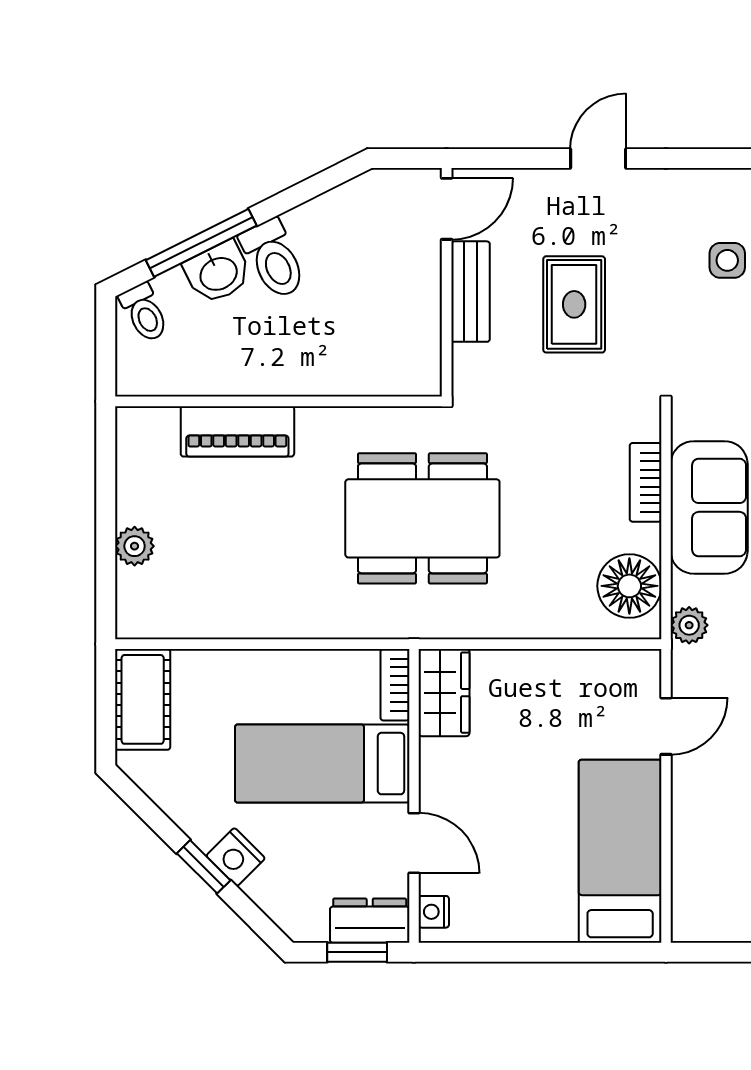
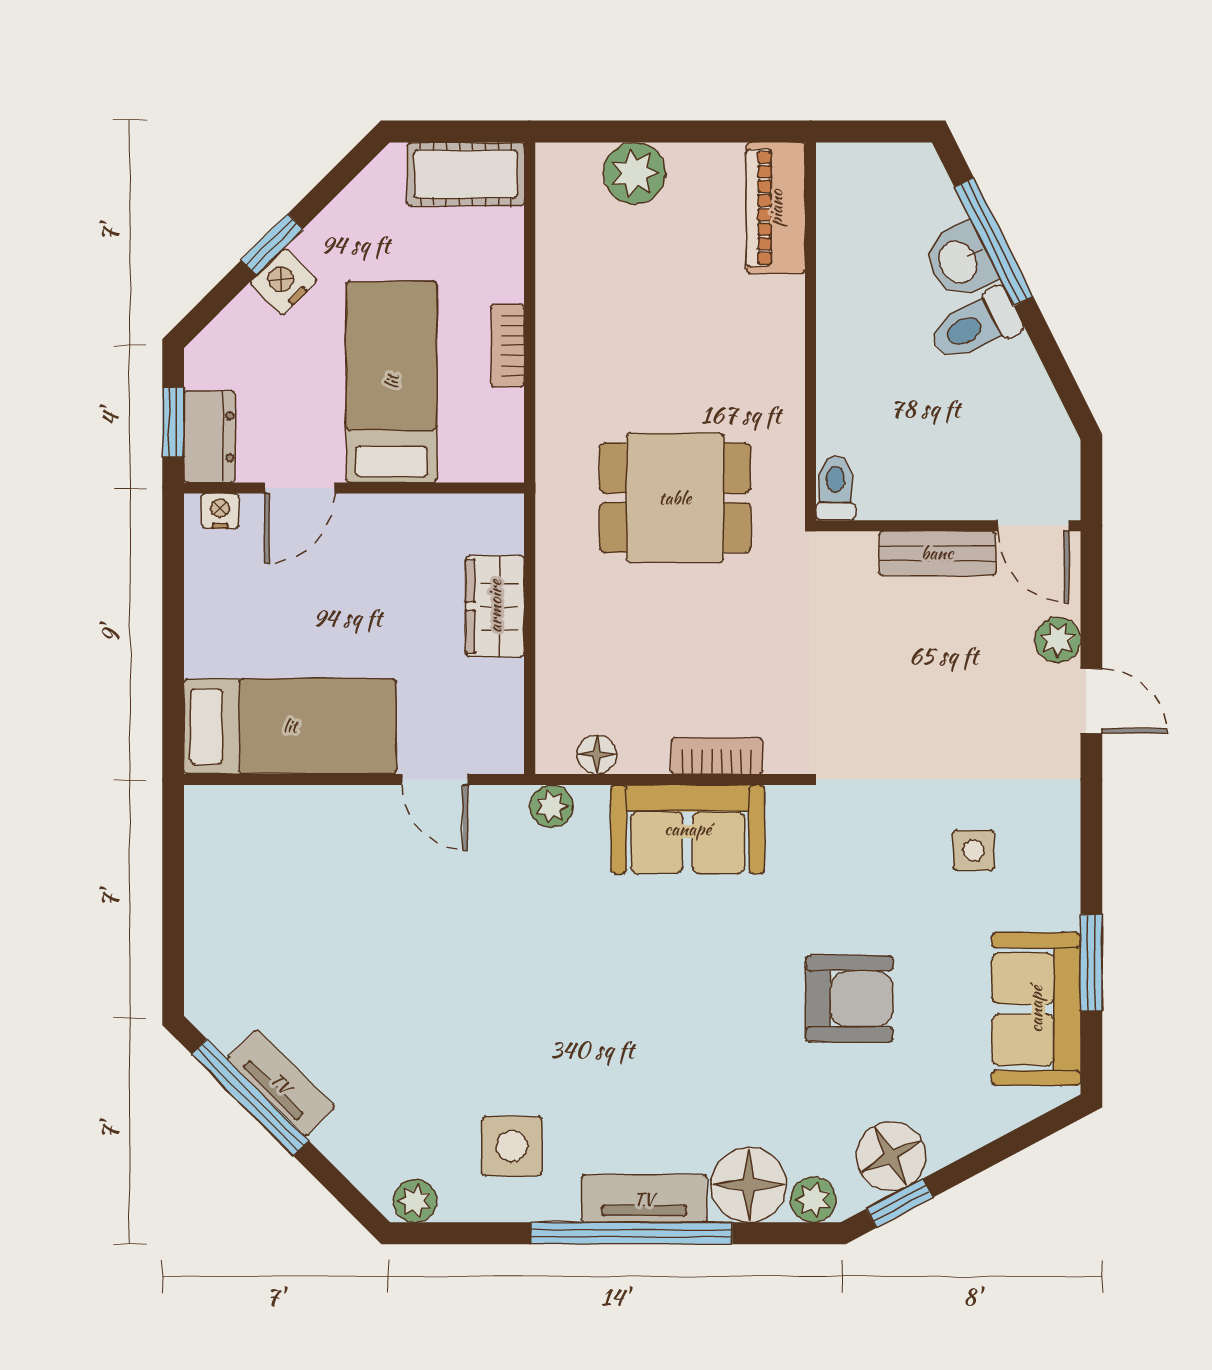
plant: (545, 188) -> (1058, 640), added
rug: (574, 304) -> (923, 673), removed
toilet: (144, 313) -> (836, 488), moved, turned 117
piano: (237, 431) -> (776, 208), moved
dining table: (422, 518) -> (675, 498), width x0.73
plant: (135, 546) -> (635, 173), width x1.38, depth x1.38
floor lamp: (629, 586) -> (597, 755), width x0.53, depth x0.53
bookcase: (395, 685) -> (508, 346), moved, turned -90
wardrobe: (444, 693) -> (495, 606), moved, turned 90

